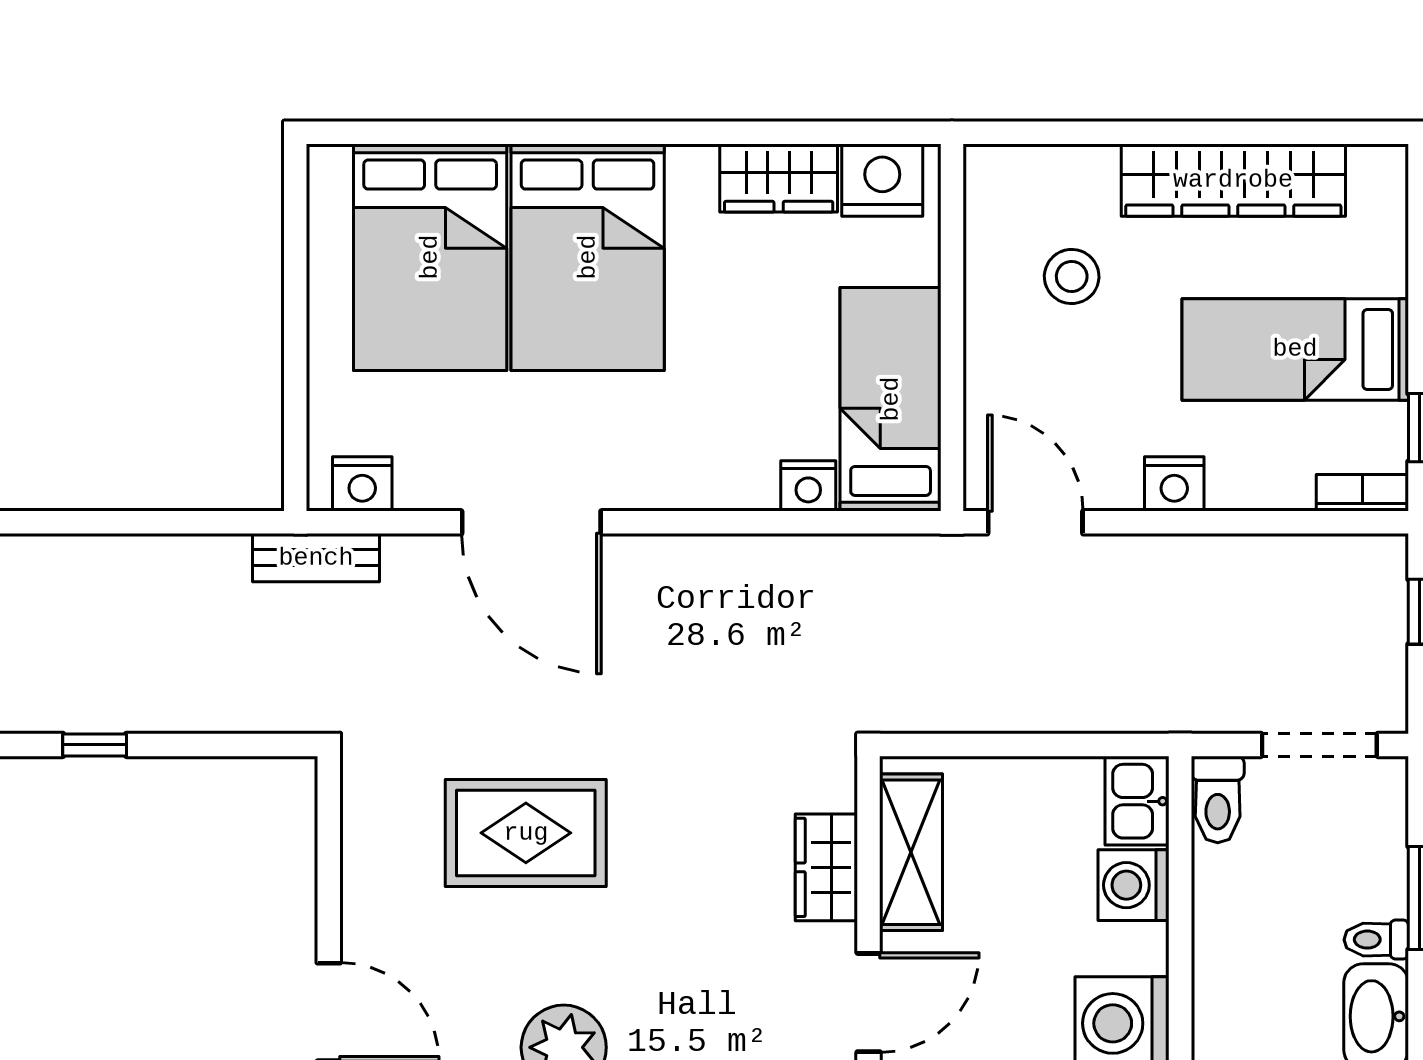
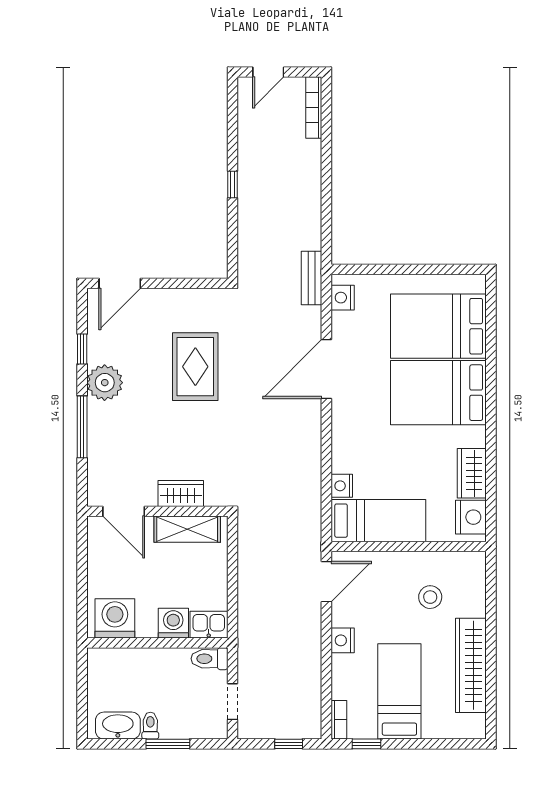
doorway: (1319, 745) -> (232, 702), width x0.73

